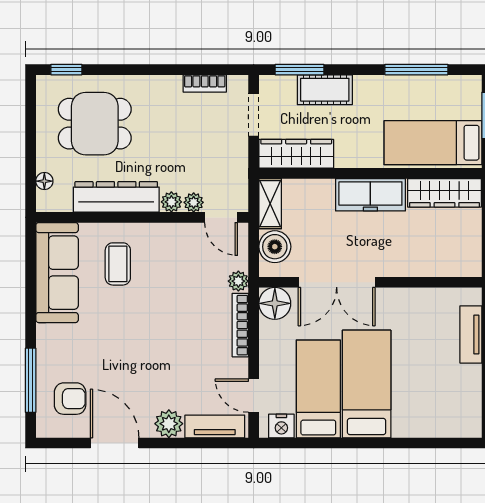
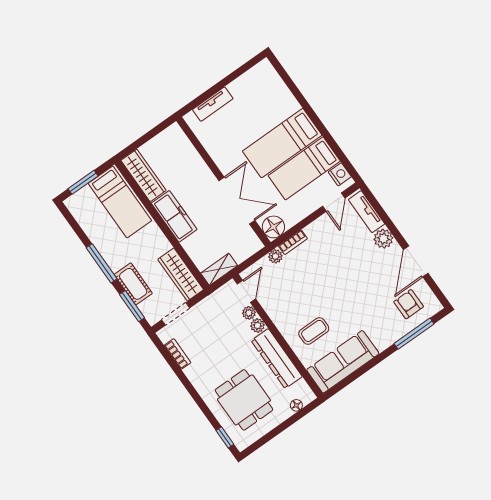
window: (416, 70) -> (102, 263), moved
boiler: (275, 247) -> (241, 249), removed
bookcase: (240, 325) -> (293, 242), width x0.64

